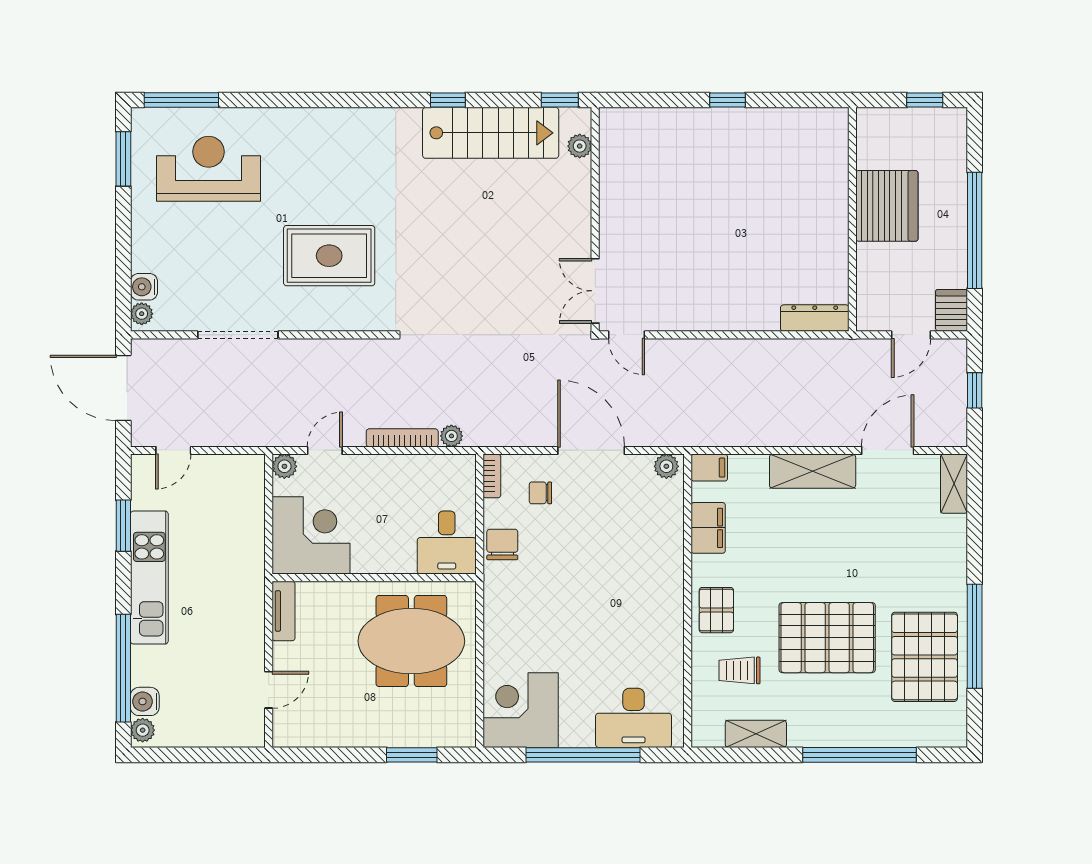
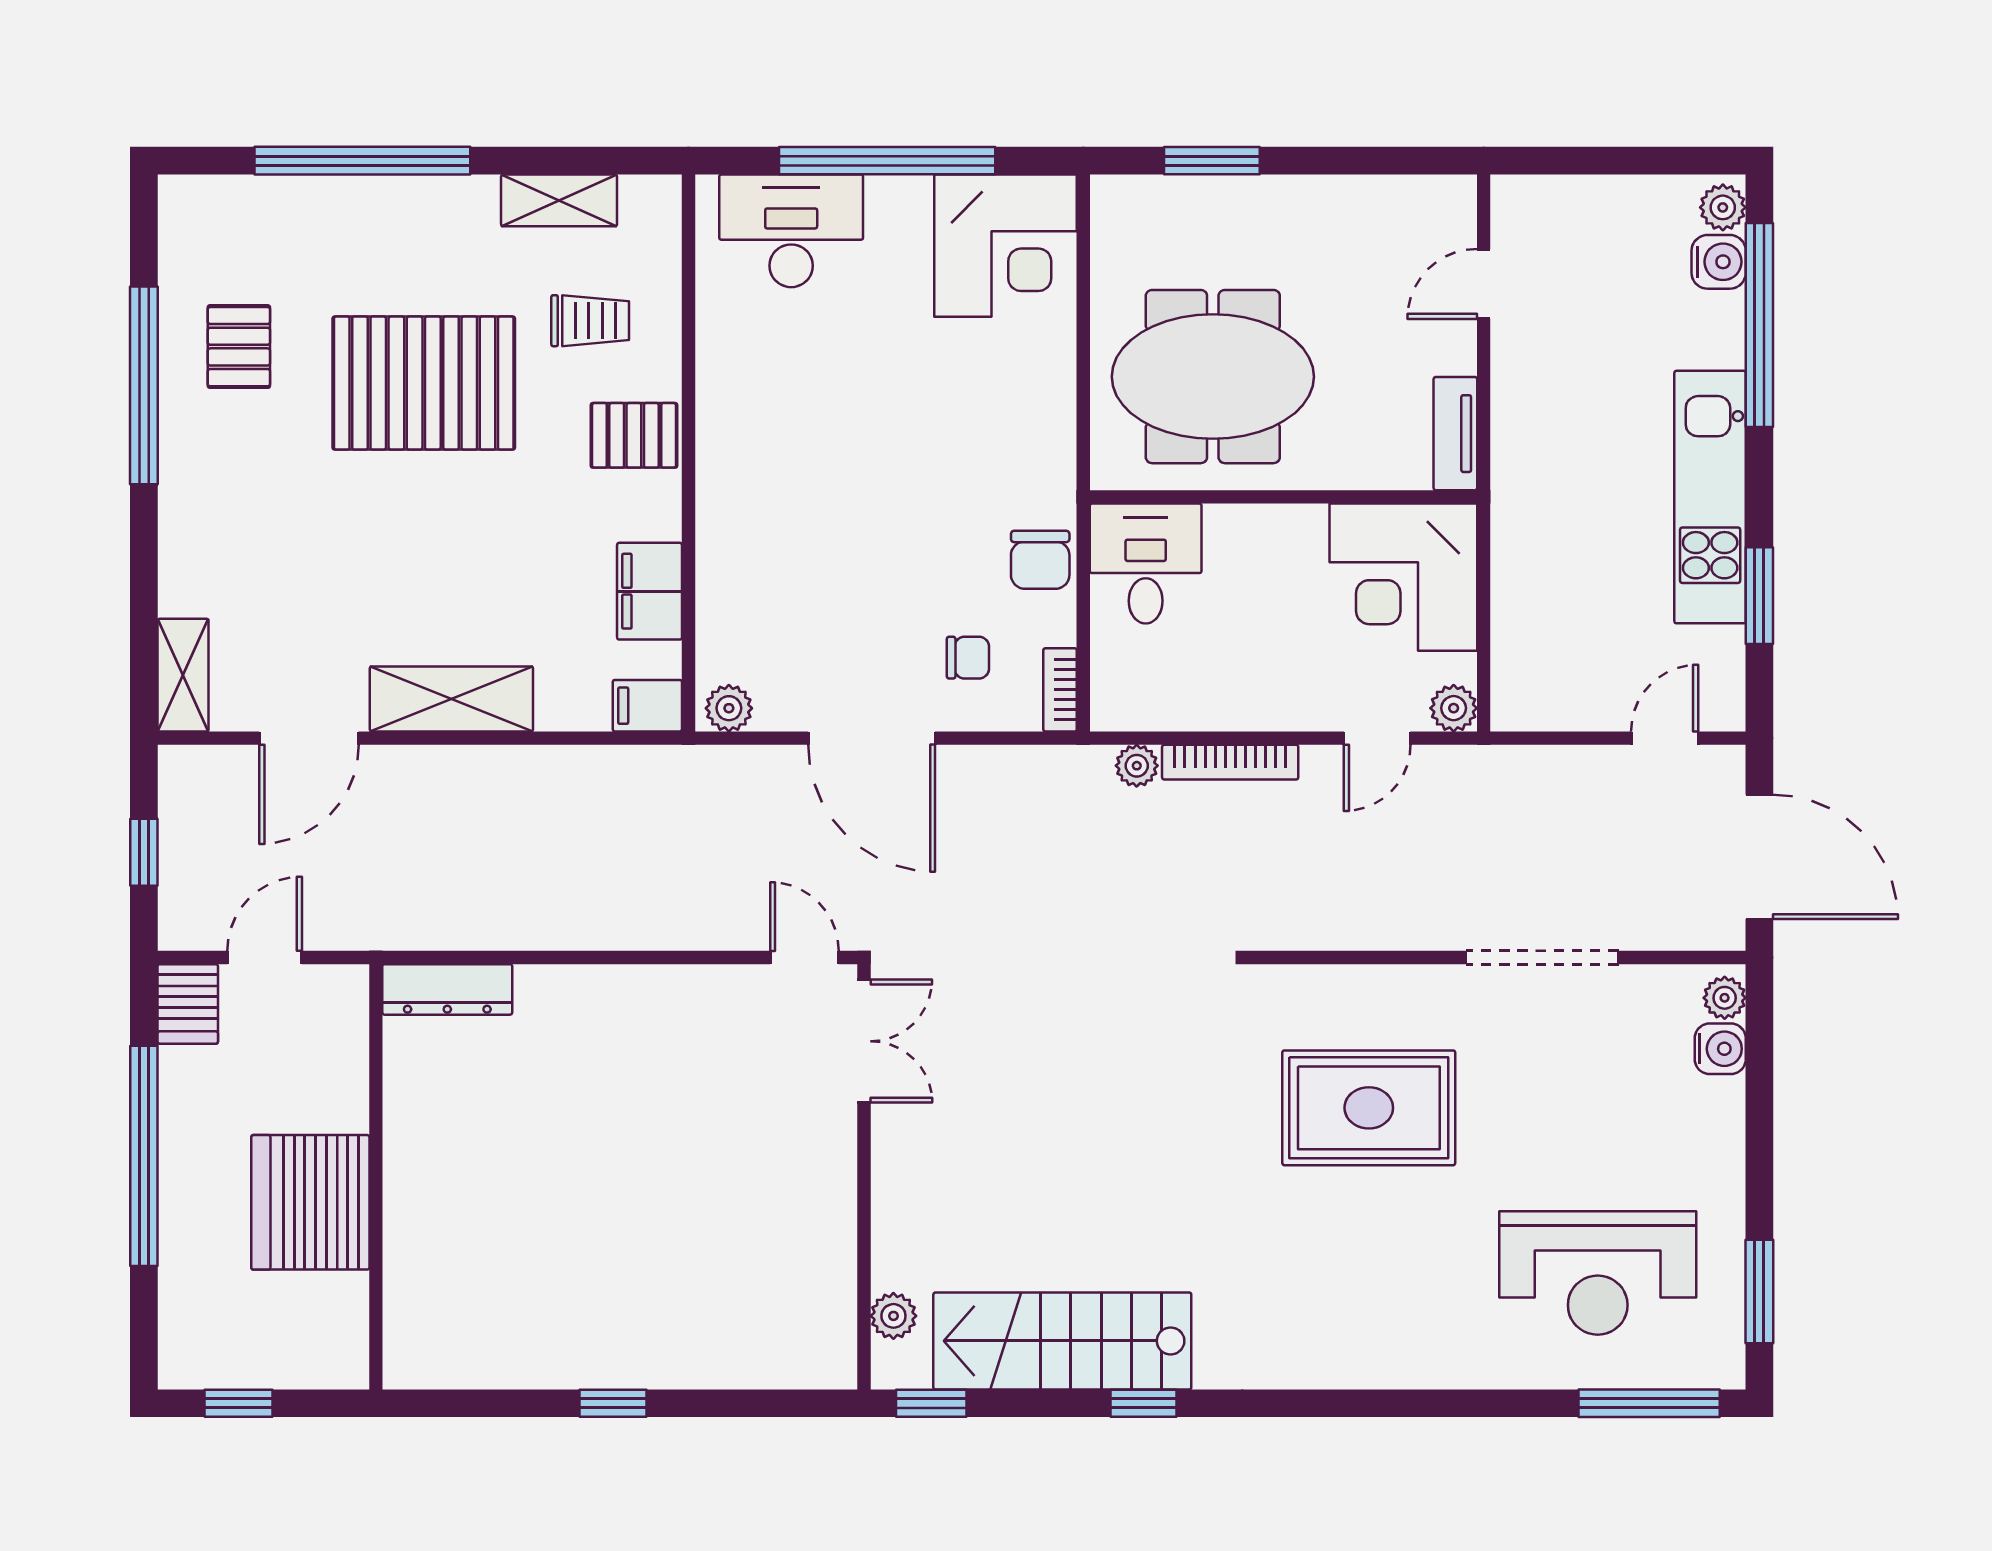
pallet: (716, 610) -> (634, 435), turned 90
pallet: (925, 657) -> (239, 347), width x0.49, depth x0.50

